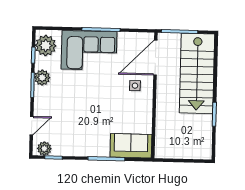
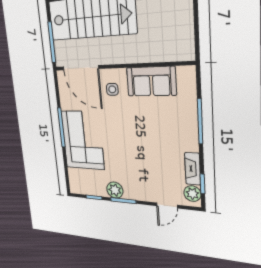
plant: (46, 46) -> (83, 184), removed
door: (31, 126) -> (167, 205), swing flipped
sofa: (131, 146) -> (151, 81), moved, turned -90
fireplace: (66, 150) -> (193, 169), added

